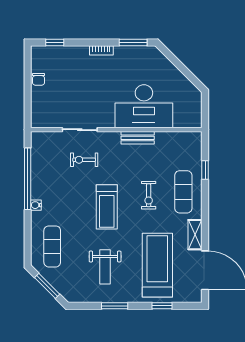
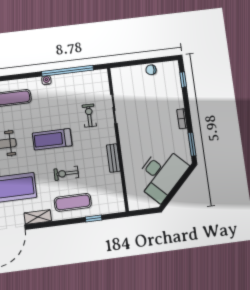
desk: (144, 106) -> (161, 174), moved, turned -135

